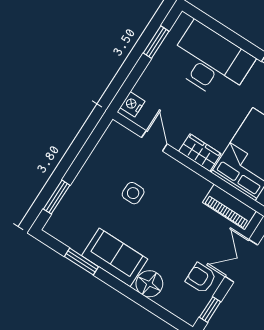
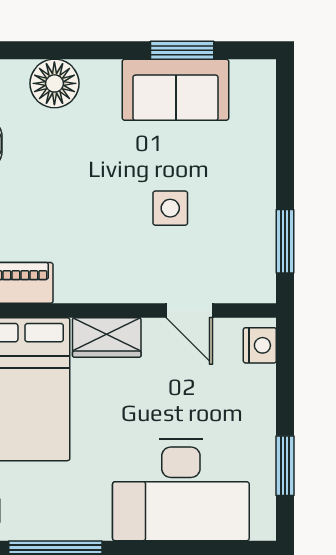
window: (57, 197) -> (285, 241), moved
sofa: (115, 257) -> (176, 90), moved

